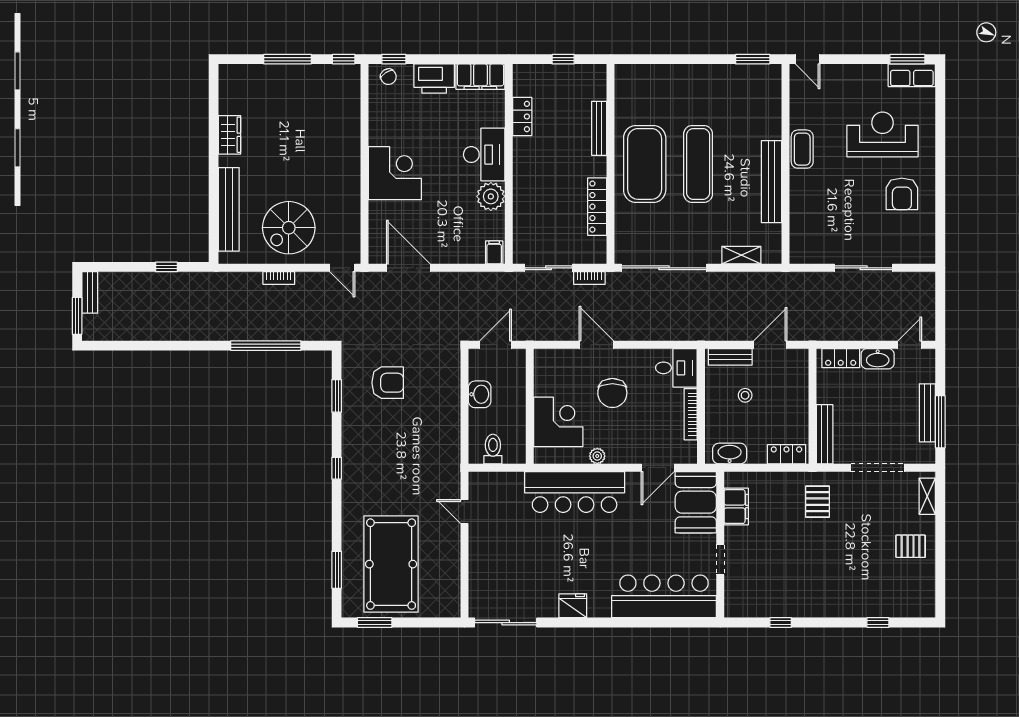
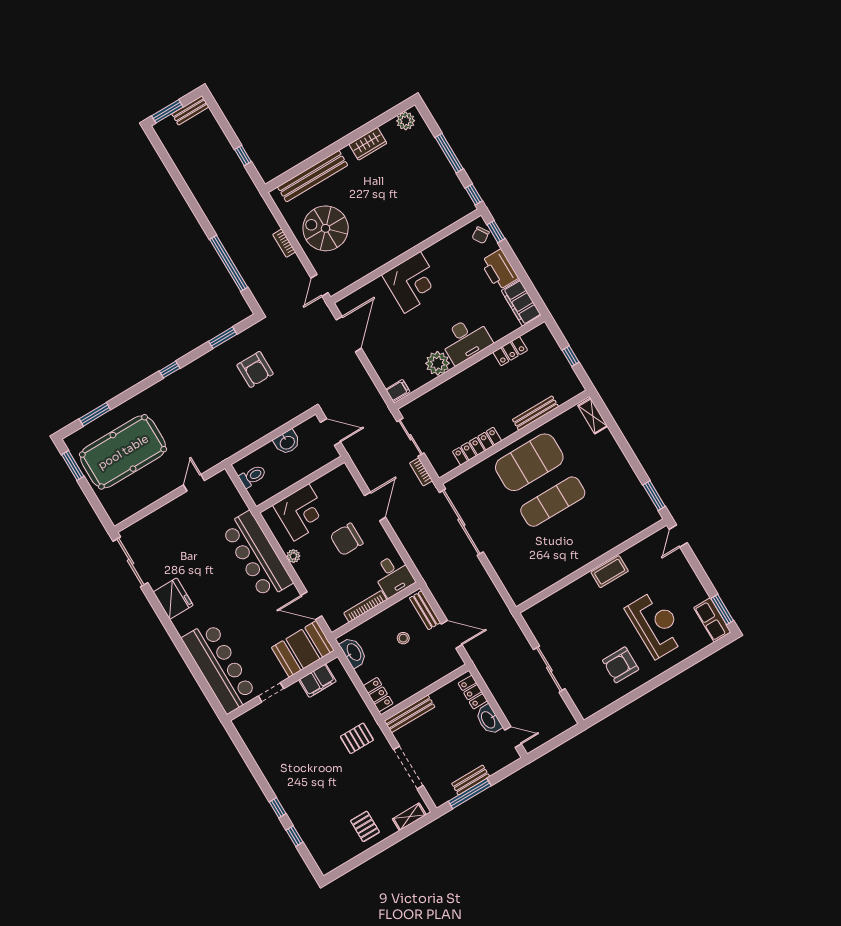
plant: (229, 83) -> (406, 121), added
bench: (771, 182) -> (572, 563), removed
shelving: (741, 255) -> (593, 416), moved
bench: (927, 413) -> (471, 780), width x0.73
fridge: (573, 606) -> (173, 599), width x1.36, depth x1.34
window: (781, 623) -> (278, 808), moved

